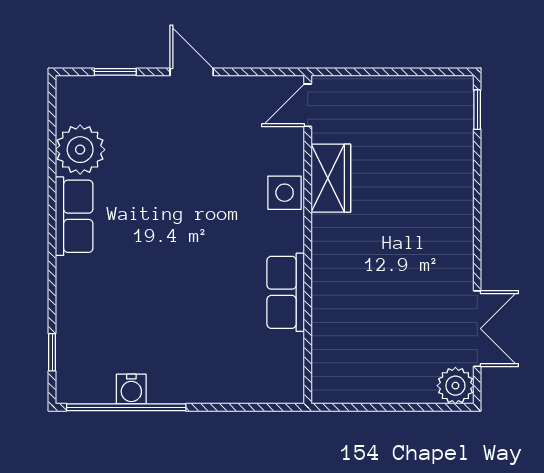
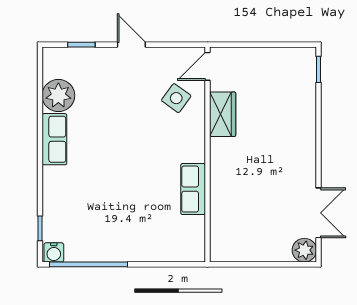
side table: (285, 193) -> (176, 98), moved, turned 36
water cooler: (131, 389) -> (54, 252), moved

